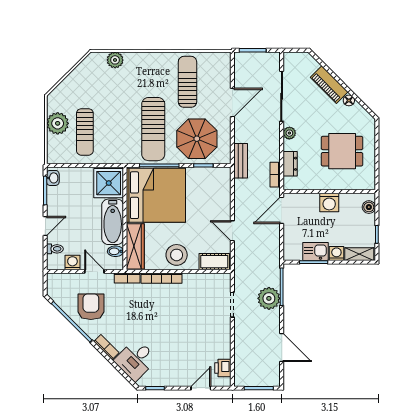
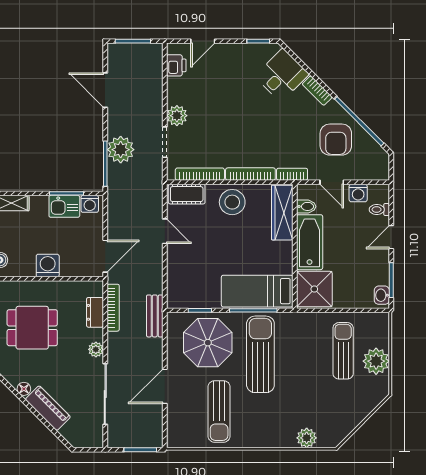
bookcase: (275, 175) -> (113, 308), width x1.56
bed: (156, 195) -> (257, 291), width x0.49
washing machine: (336, 253) -> (90, 204), moved
bookcase: (203, 278) -> (200, 174), added
plant: (222, 326) -> (177, 116), added

